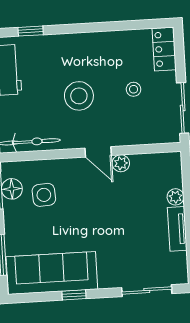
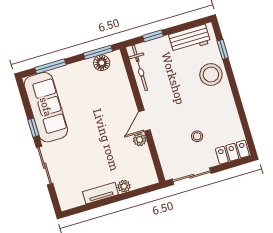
stool: (79, 96) -> (211, 75), moved
side table: (44, 195) -> (103, 88), removed
sliding door: (147, 291) -> (45, 166), moved

